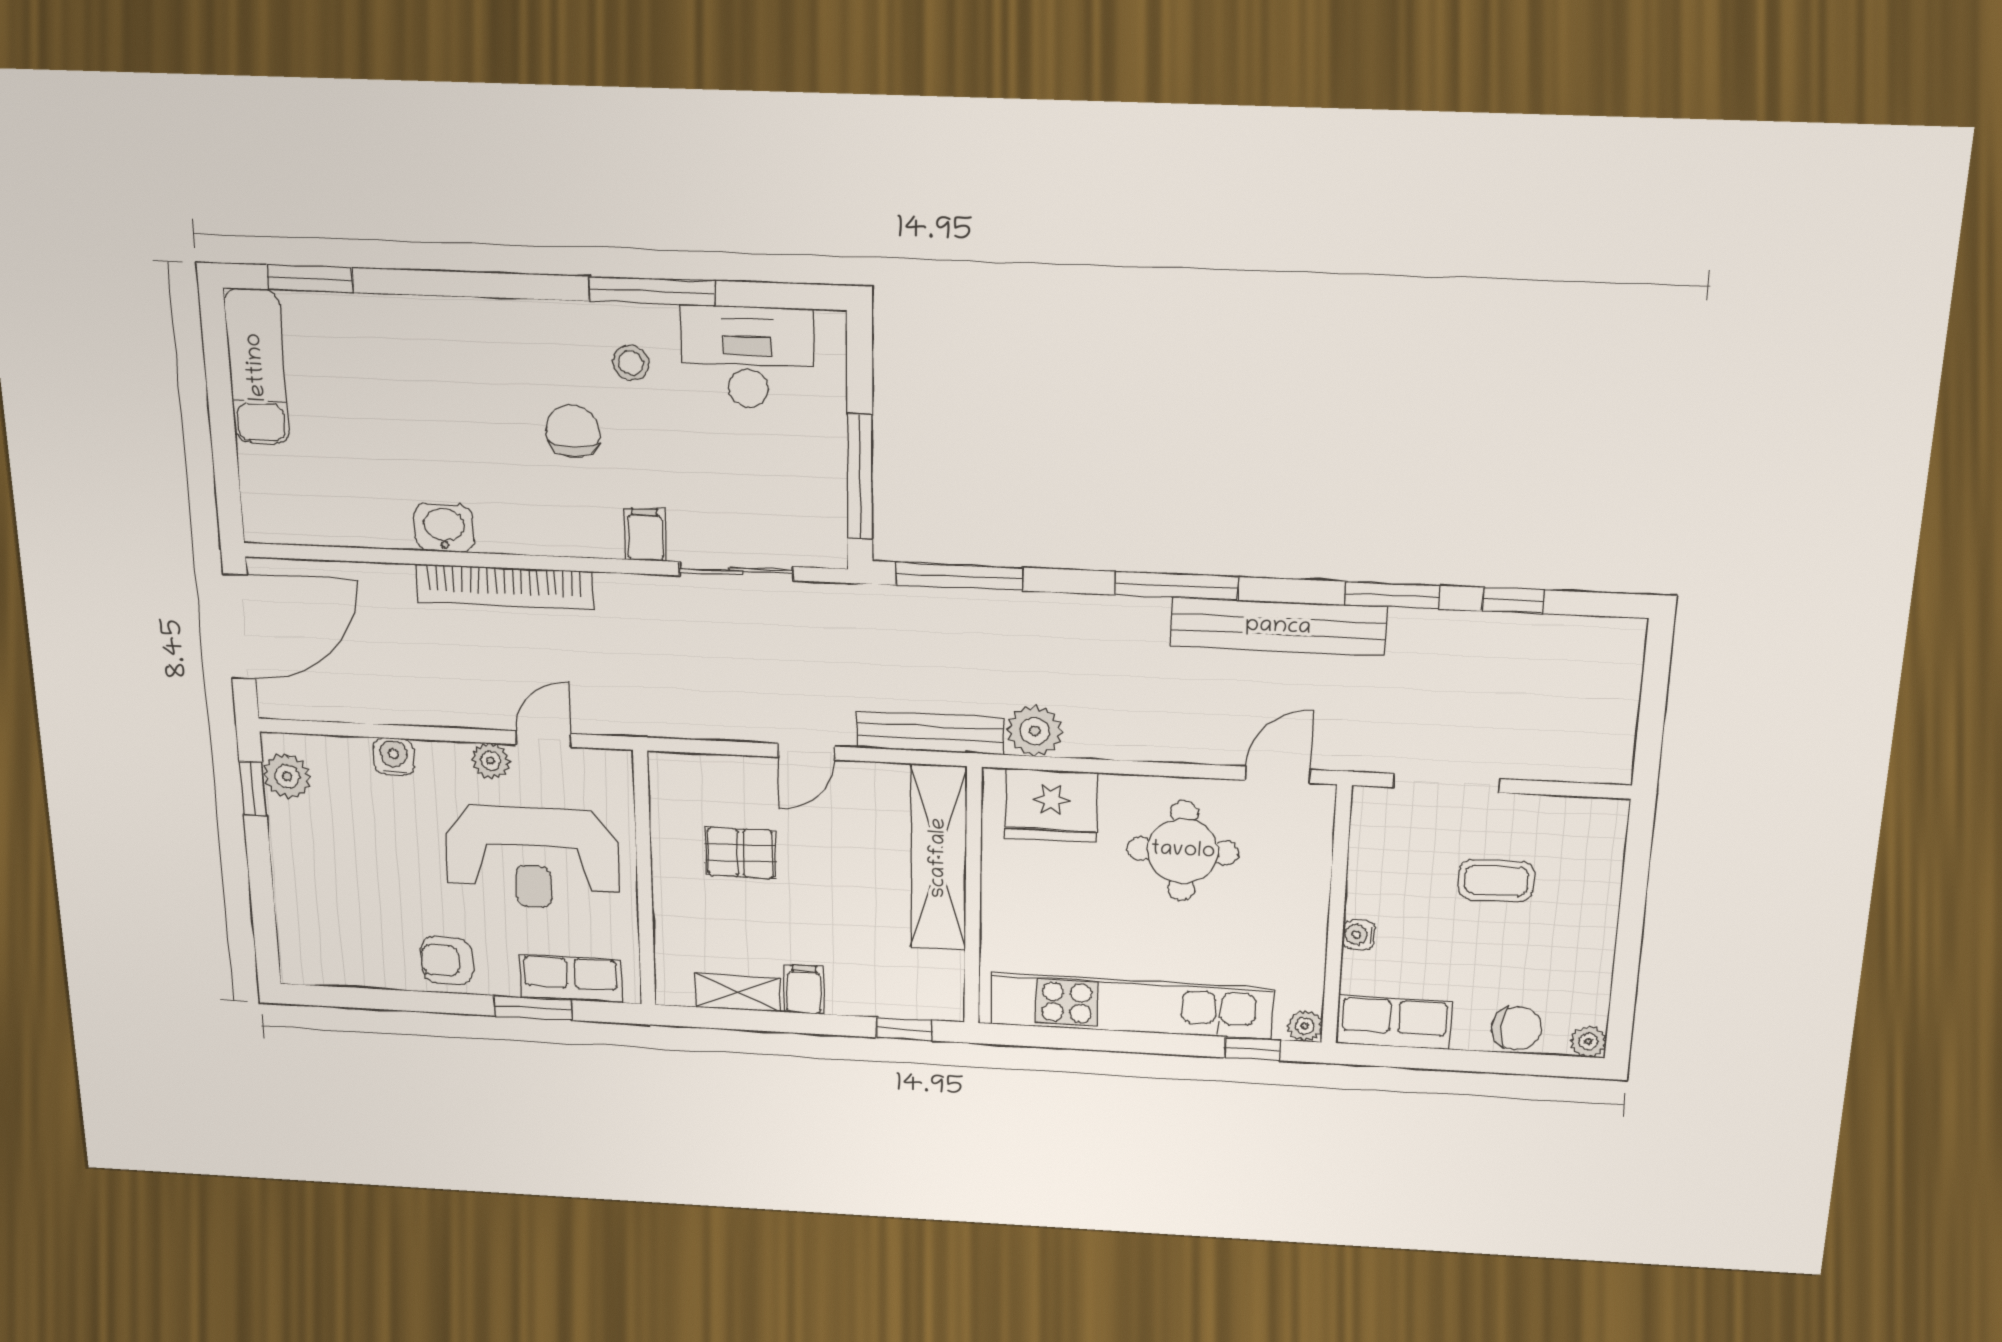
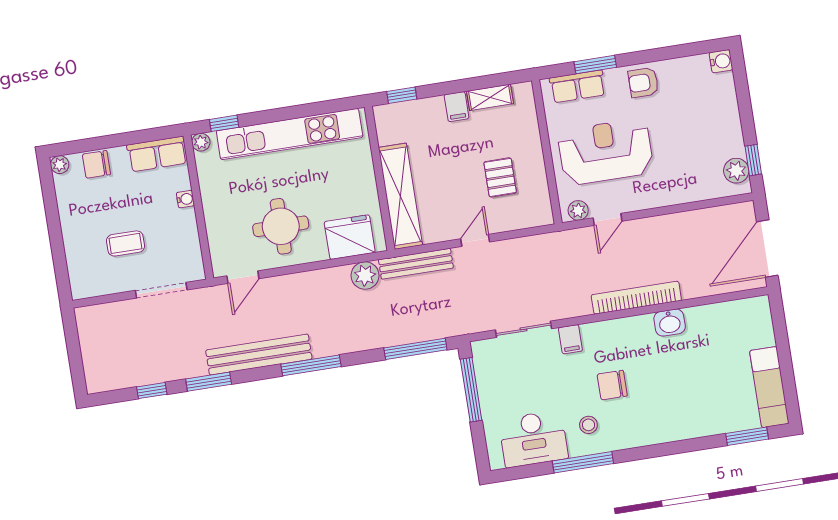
chair: (573, 431) -> (612, 385), turned 90
water cooler: (394, 757) -> (721, 61), moved, turned -90
plant: (491, 761) -> (578, 210), moved
pallet: (740, 853) -> (500, 177), turned 90
armchair: (447, 961) -> (643, 82), turned 180

